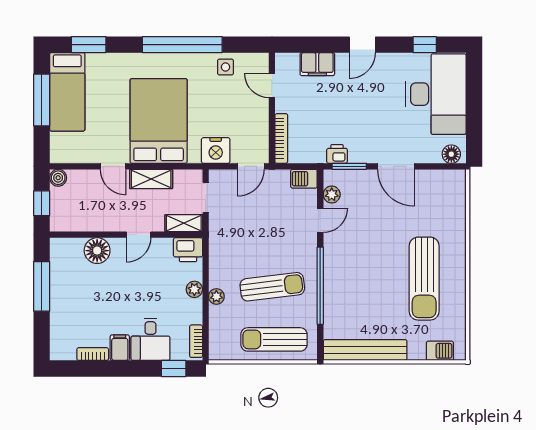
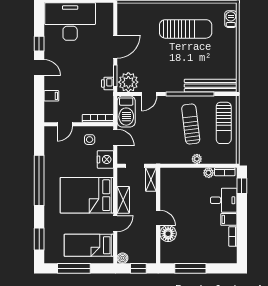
window: (425, 45) -> (39, 44), moved
filing cabinet: (317, 64) -> (51, 96), width x0.50
side table: (225, 67) -> (90, 140), moved
bed: (67, 92) -> (89, 245), moved, turned 180
floor lamp: (451, 154) -> (108, 12), removed
barbecue: (304, 179) -> (126, 112), width x1.88, depth x1.53
plant: (332, 195) -> (128, 82), width x1.87, depth x1.87
door: (320, 220) -> (149, 94), swing flipped
door: (139, 235) -> (158, 218), moved
printer: (188, 250) -> (168, 177), removed
plant: (194, 289) -> (209, 173), moved
bench: (365, 350) -> (211, 86), moved, turned 90

